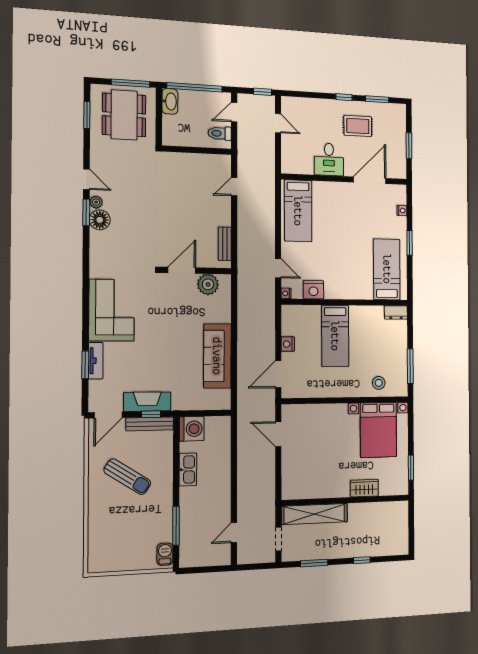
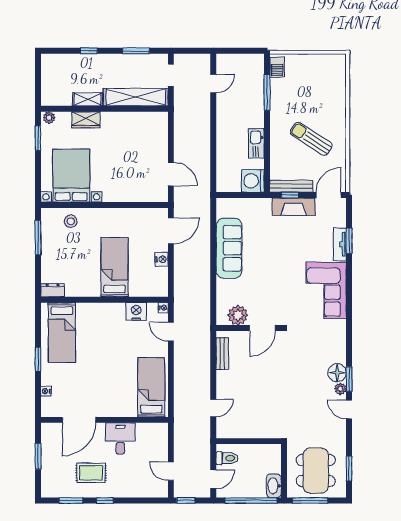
plant: (400, 489) -> (49, 118), added
shelving: (363, 509) -> (88, 99), added

